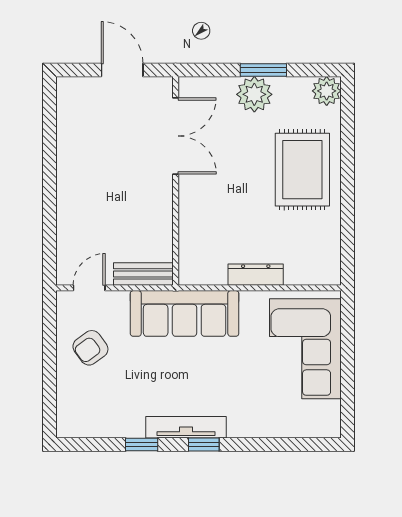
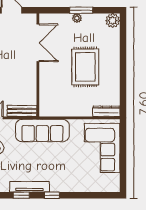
plant: (254, 94) -> (77, 18), width x0.53, depth x0.53
rug: (302, 170) -> (85, 67), moved
dresser: (256, 275) -> (106, 111), moved
tv unit: (186, 427) -> (30, 187), moved

